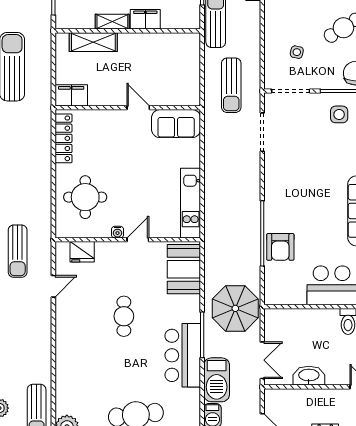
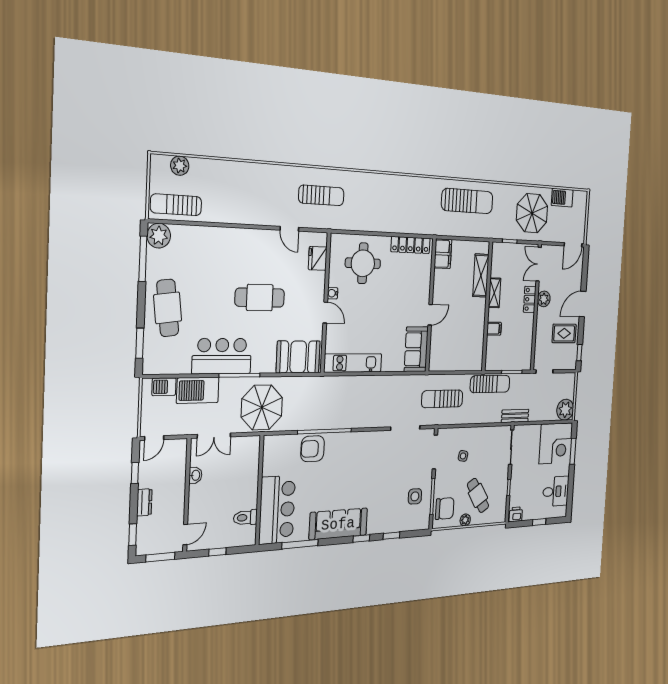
filing cabinet: (145, 19) -> (494, 329), width x0.50
sun lounger: (18, 251) -> (321, 195), turned 180
cafe table: (124, 316) -> (260, 298), width x1.37, depth x1.35
washbasin: (309, 376) -> (195, 475), width x0.52, depth x0.69

